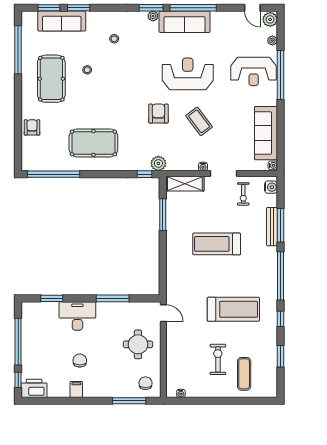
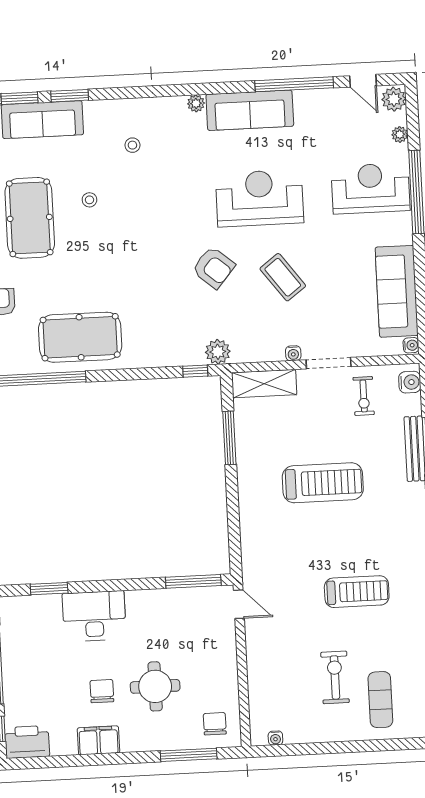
window: (151, 8) -> (192, 89), removed
window: (193, 8) -> (294, 84), moved
reception desk: (254, 71) -> (370, 188), turned 180
armchair: (158, 114) -> (214, 267), turned 130
pool table: (93, 143) -> (80, 337), moved
treadmill: (217, 244) -> (323, 483), turned 180
window: (113, 298) -> (193, 581), moved
treadmill: (233, 309) -> (357, 592), width x0.73, depth x0.73
round table: (138, 344) -> (155, 686), moved
filing cabinet: (76, 389) -> (99, 740), width x2.00

